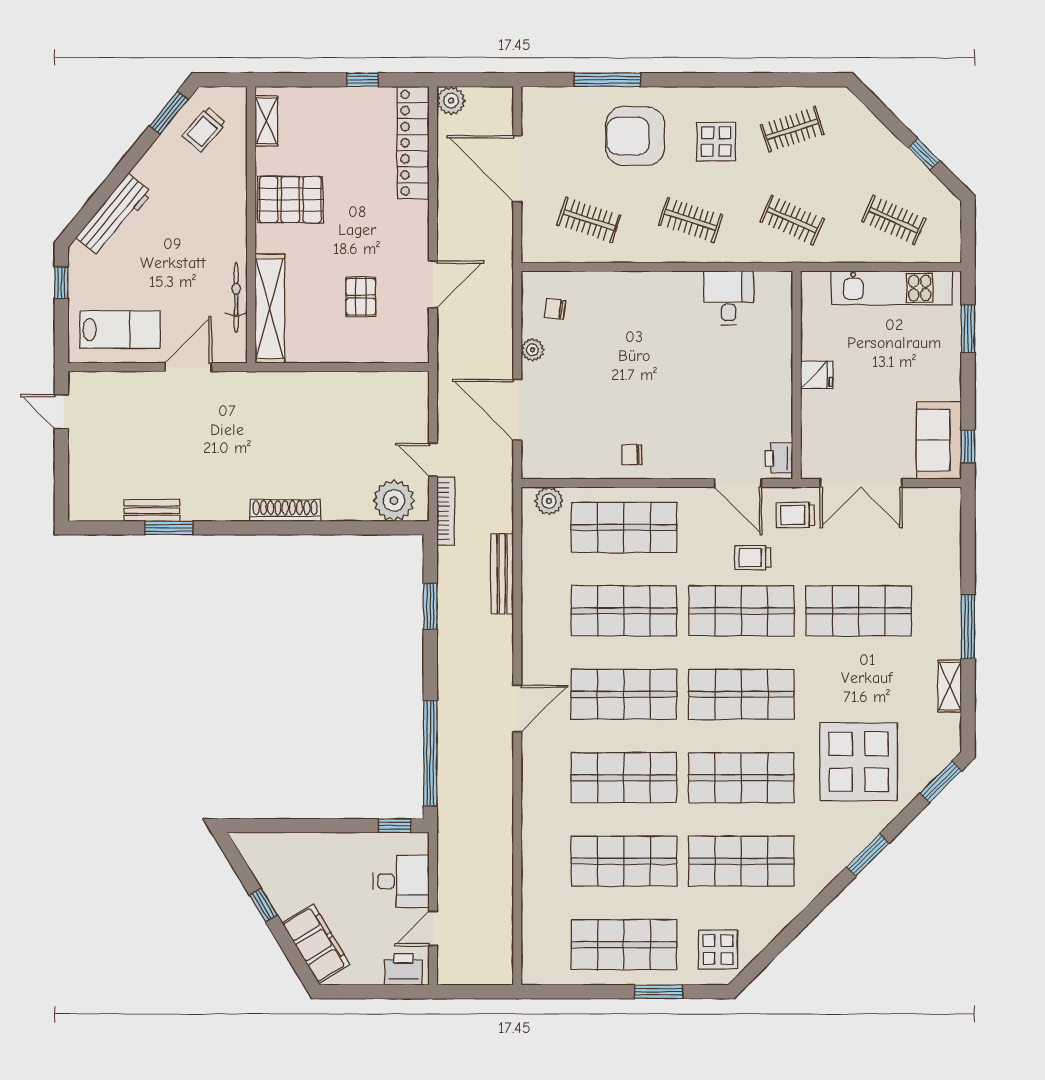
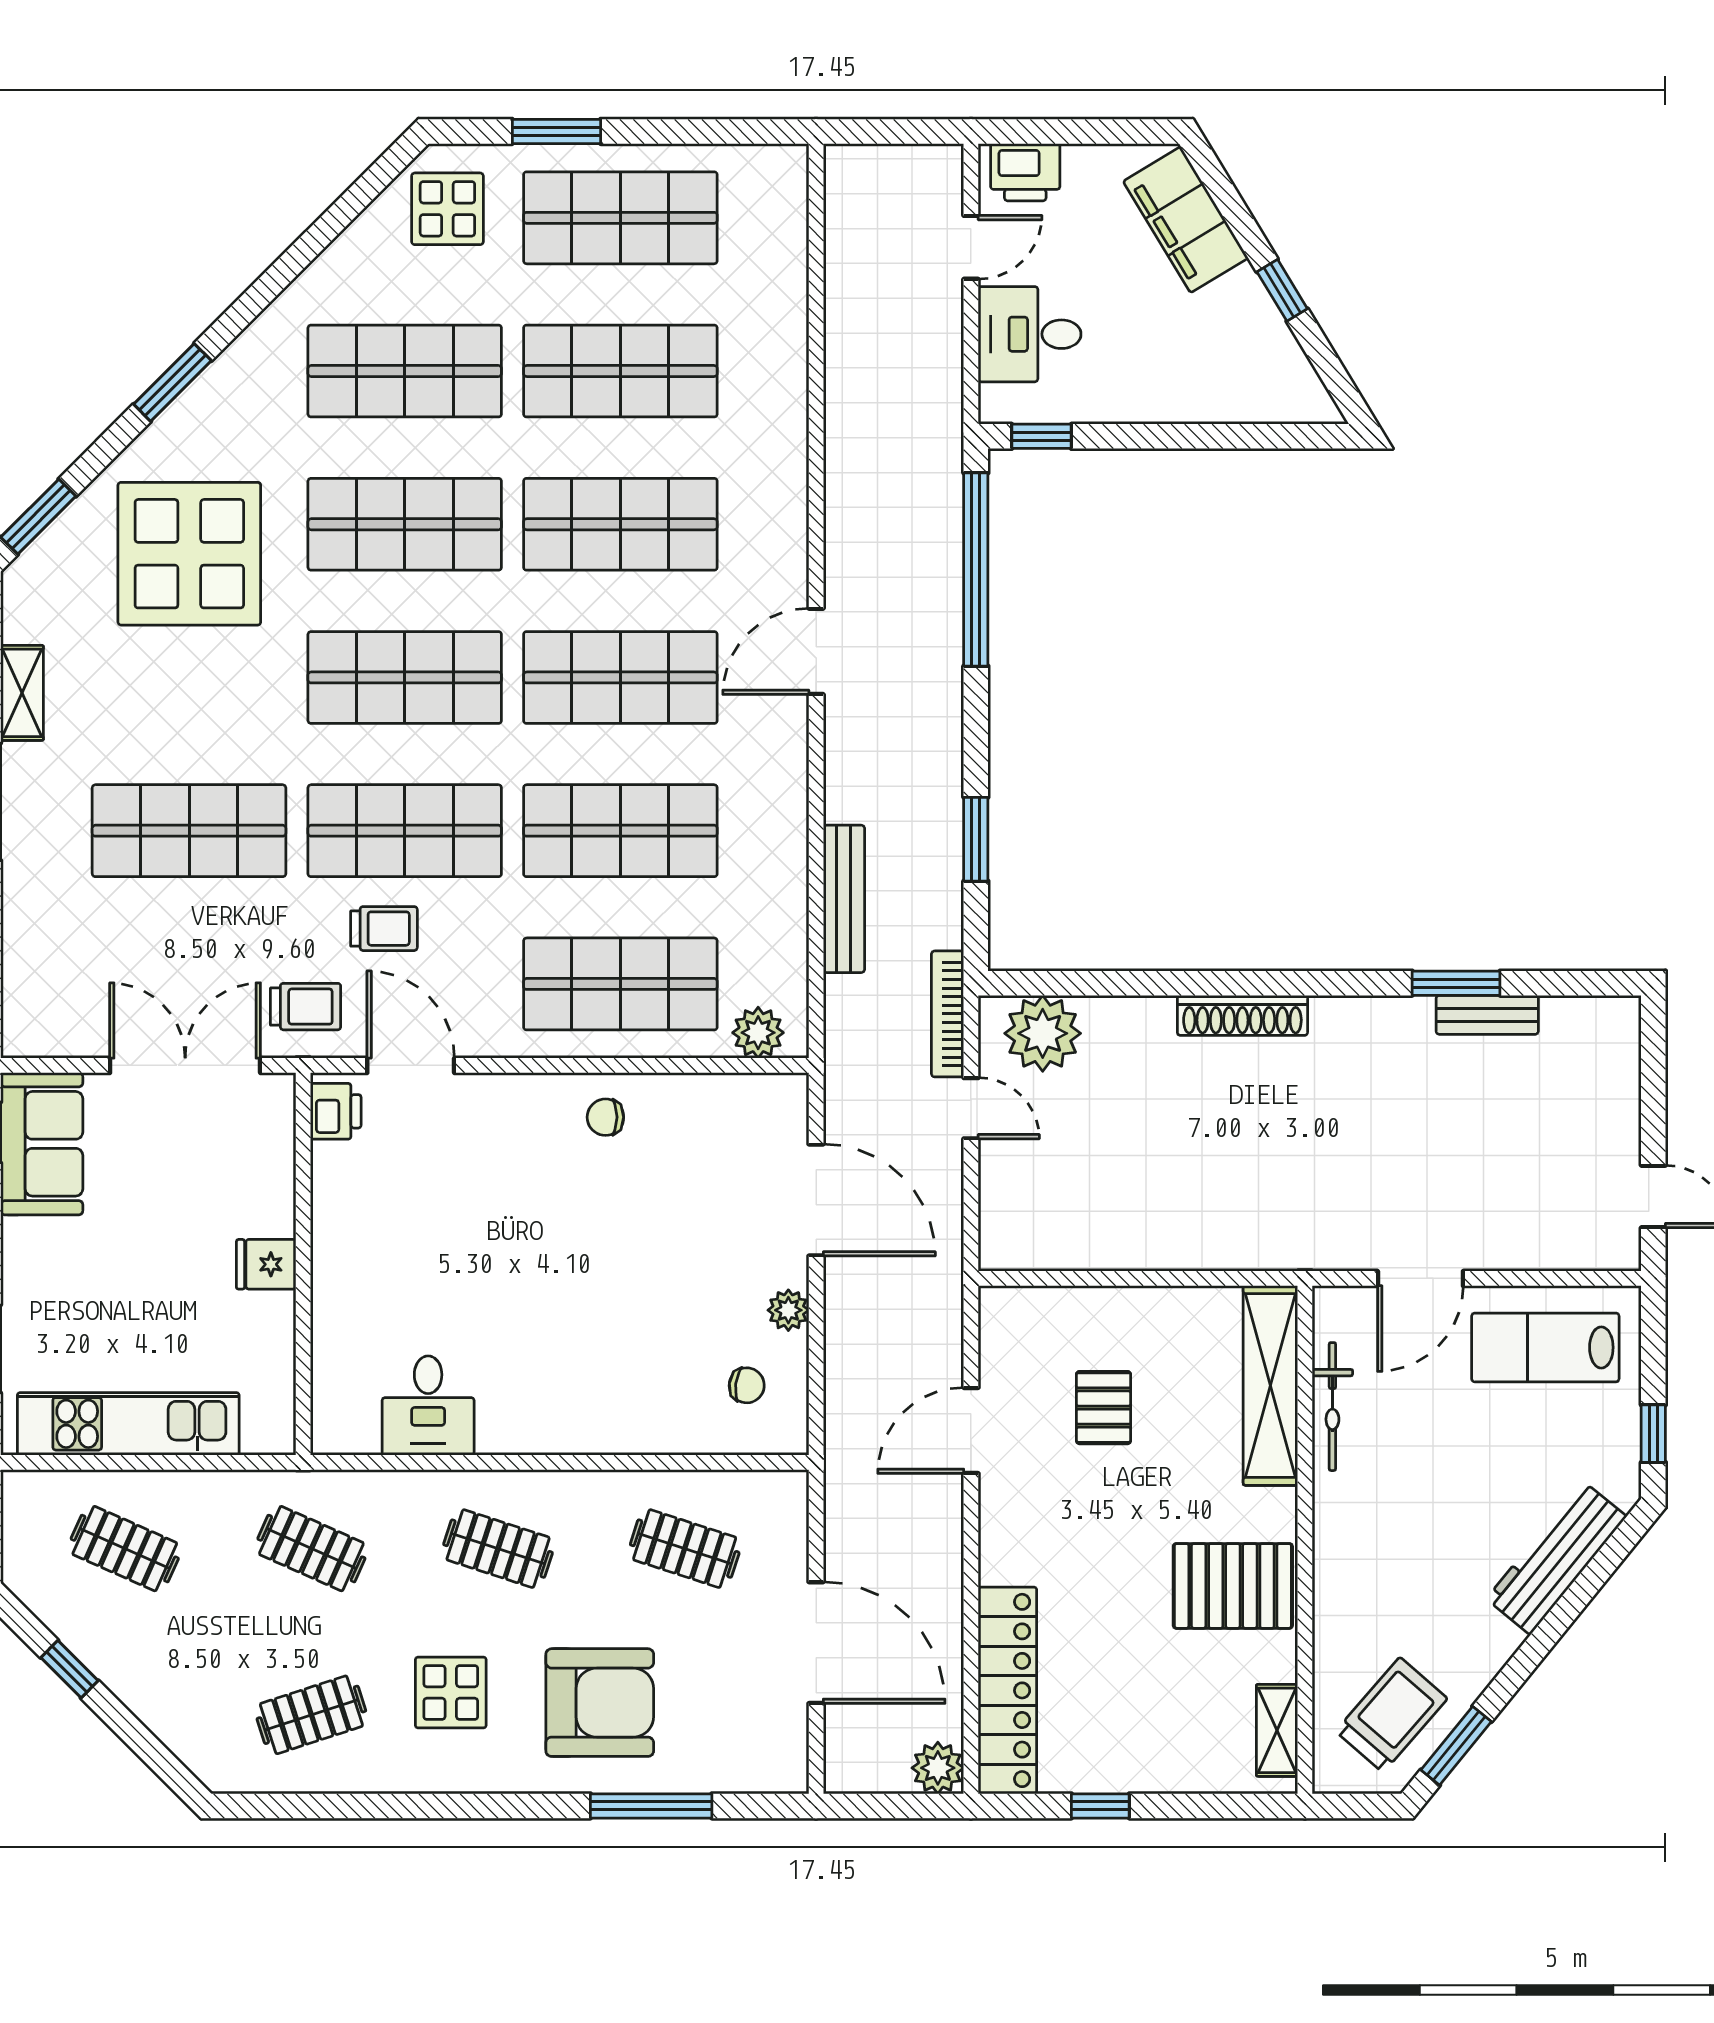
trolley: (204, 129) -> (1391, 1715), width x1.36, depth x1.39
chair: (632, 455) -> (605, 1117), turned 180

